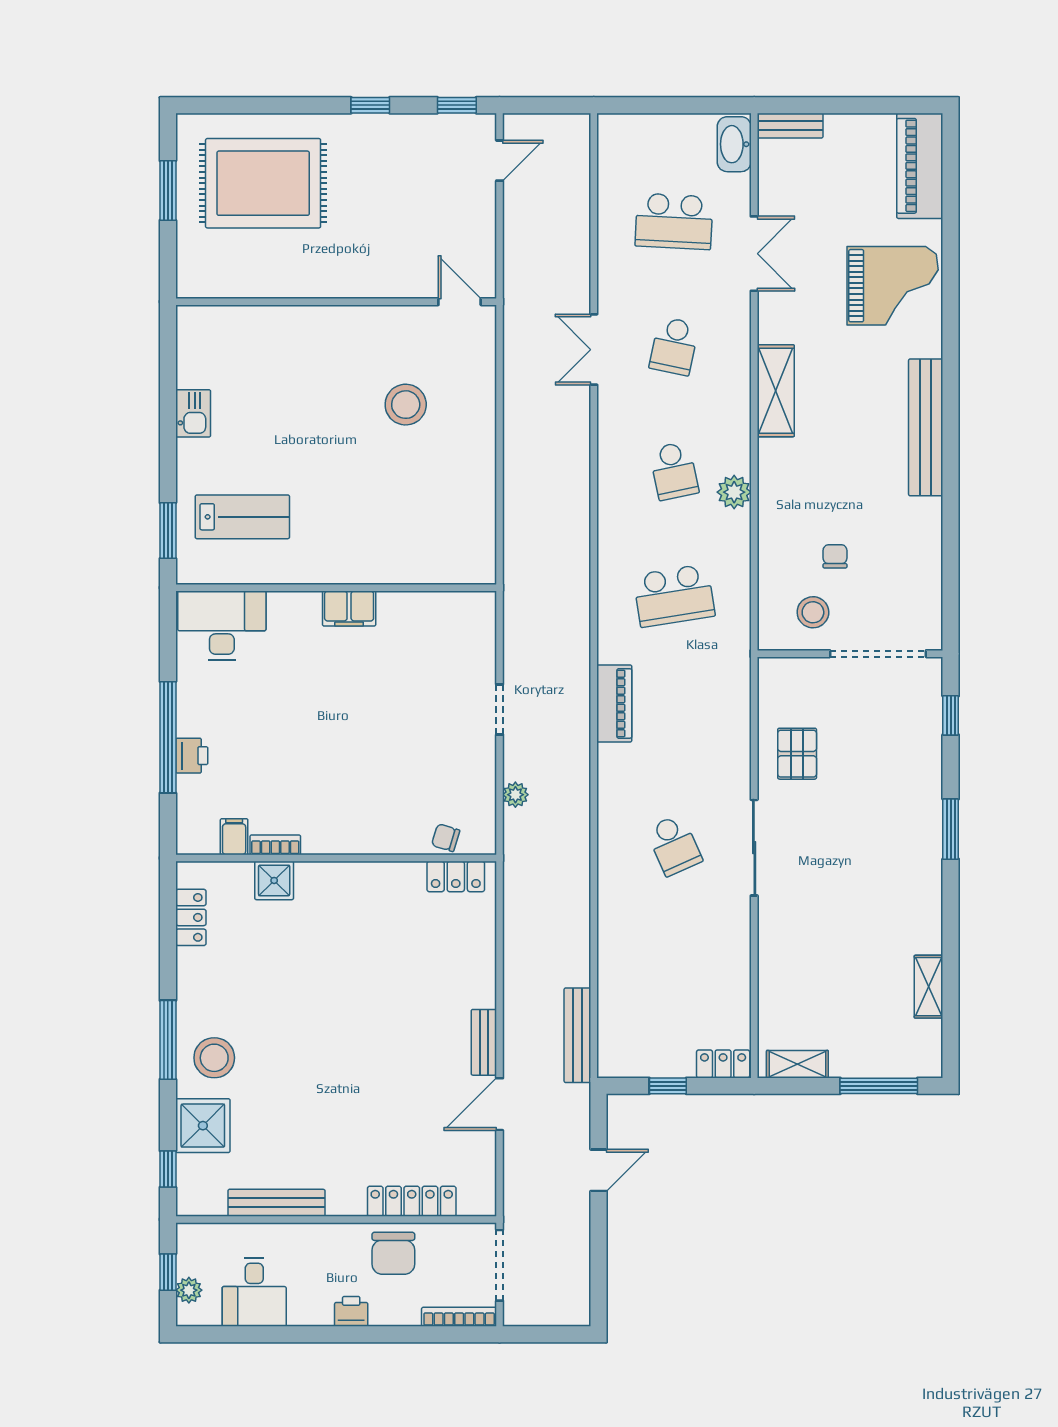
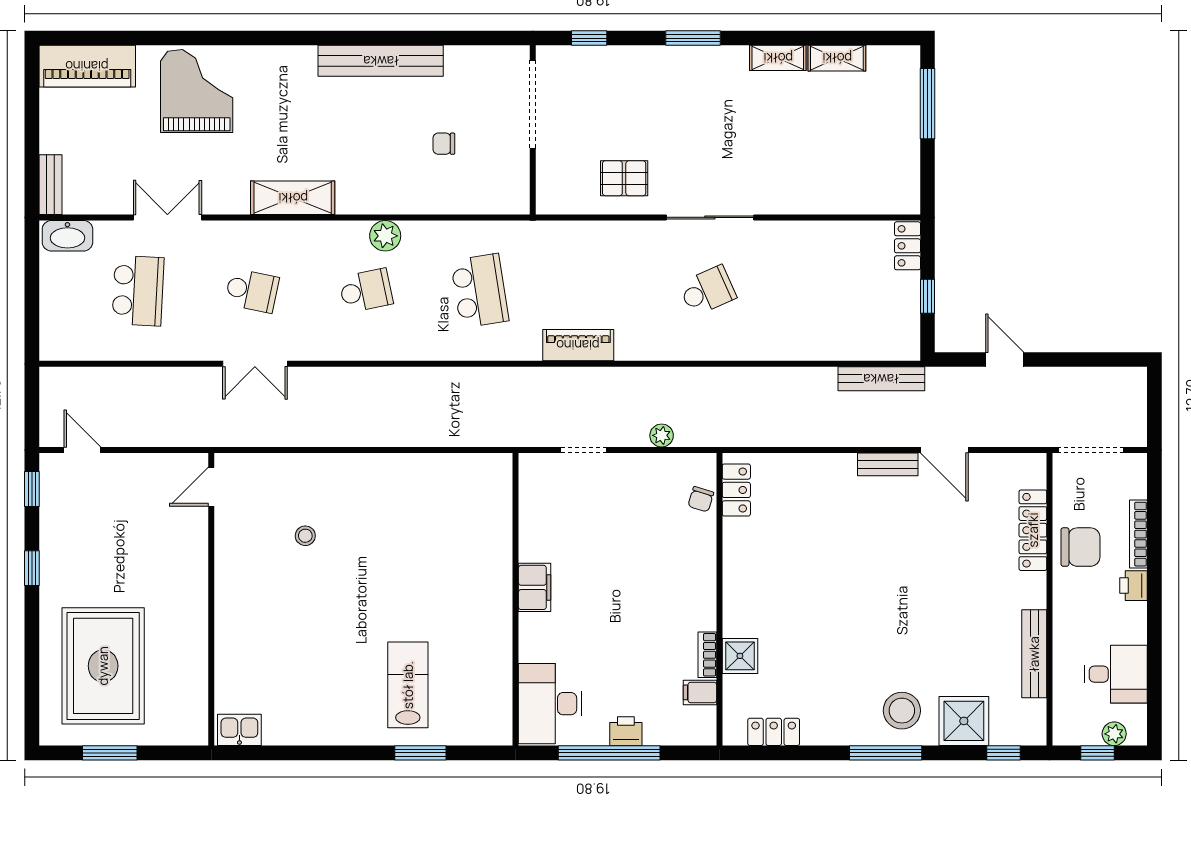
stool: (406, 405) -> (305, 536), width x0.53, depth x0.53
kitchen sink: (193, 413) -> (239, 730), moved
bench: (926, 427) -> (381, 61), moved
wall: (336, 588) -> (516, 599), moved
filing cabinet: (349, 609) -> (535, 587), moved
stool: (813, 612) -> (495, 164), removed
desk: (222, 625) -> (550, 704), moved
shelving: (797, 1064) -> (778, 58), moved, turned 90
bookcase: (459, 1317) -> (1138, 534), moved

